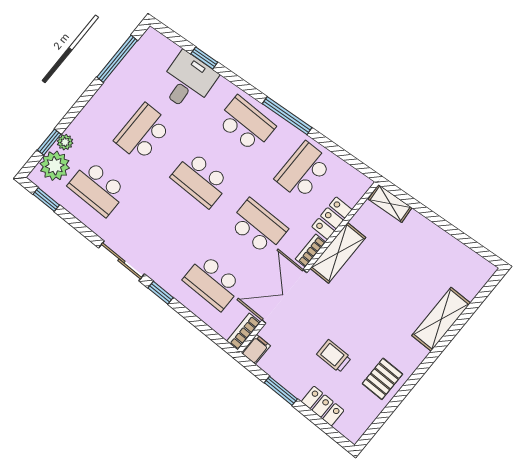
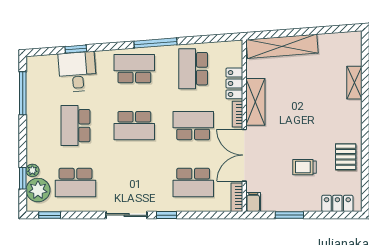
shelving: (390, 204) -> (282, 46), width x2.20, depth x1.33
shelving: (441, 319) -> (354, 83), width x0.67, depth x0.75
locker: (323, 406) -> (337, 203), moved

